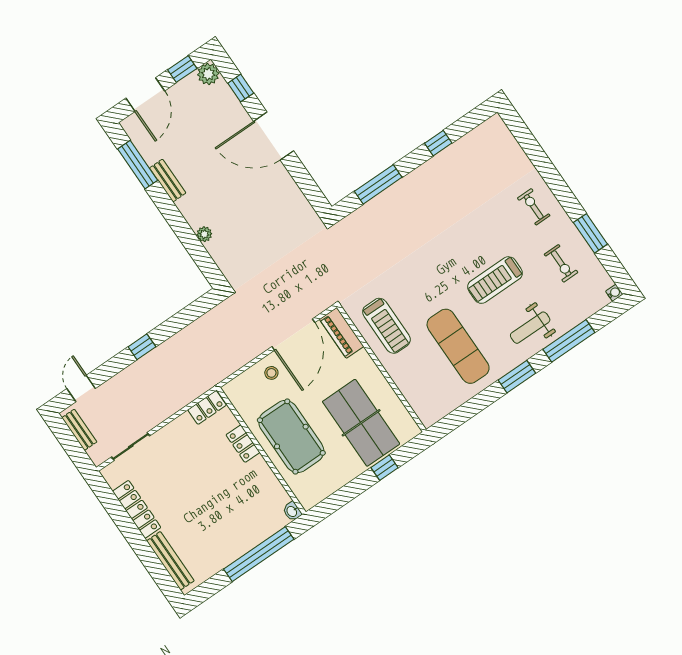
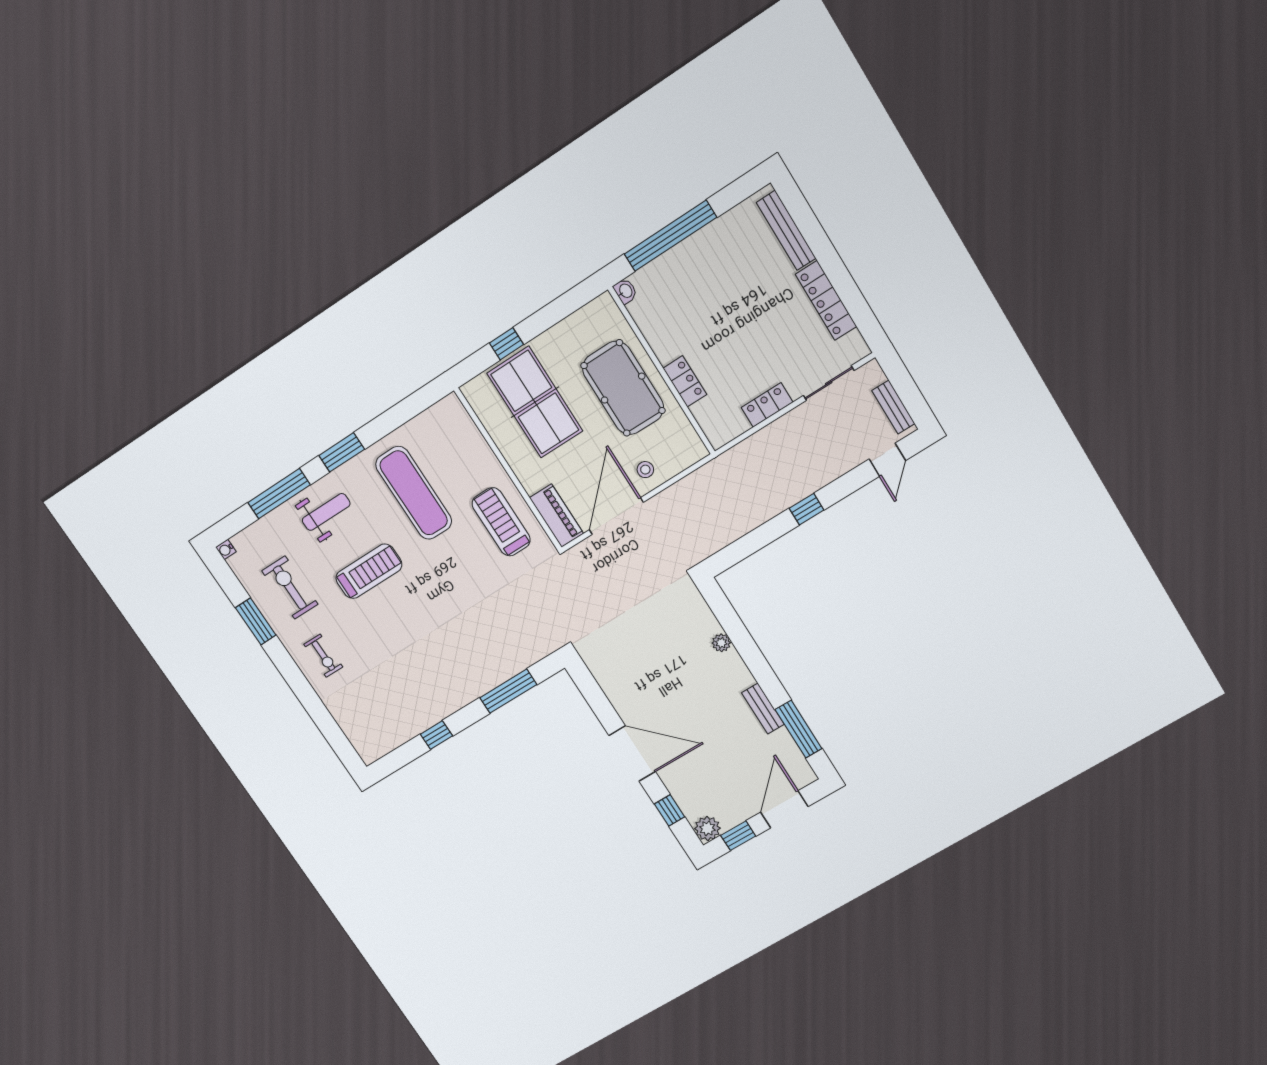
exercise bike: (561, 263) -> (290, 588), width x1.38, depth x1.39
locker: (207, 407) -> (767, 405), moved

